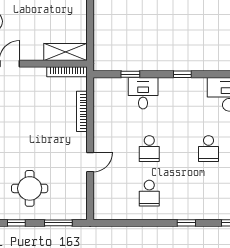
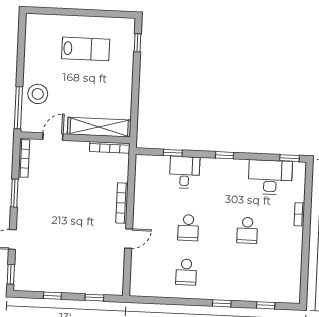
shelving: (65, 52) -> (99, 127), width x1.47
bookcase: (82, 111) -> (122, 203), moved
round table: (30, 188) -> (67, 262), removed
window: (58, 223) -> (94, 298), width x0.67

